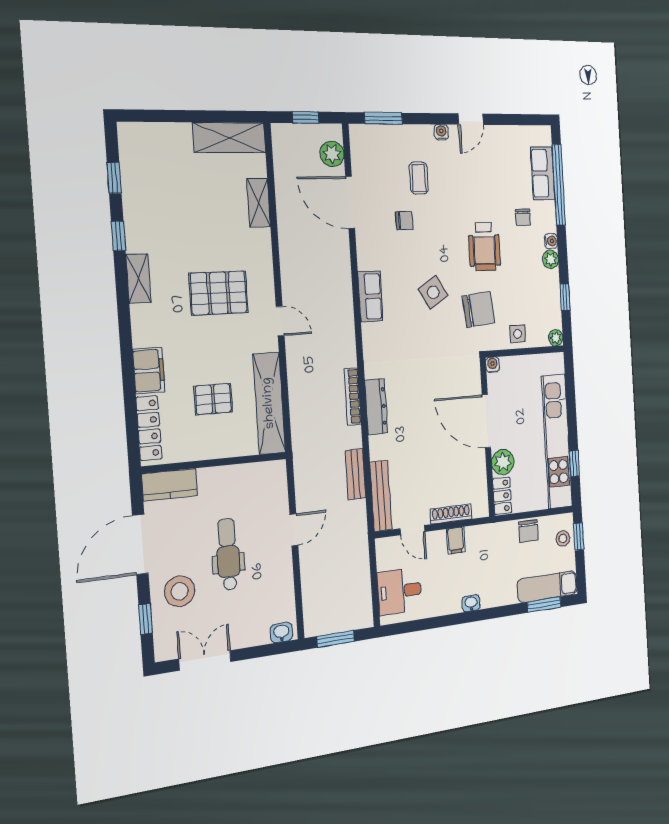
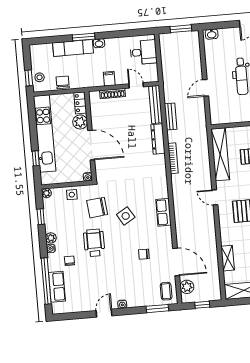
coffee table: (419, 178) -> (166, 291), moved
dresser: (376, 407) -> (158, 139), moved
window: (574, 463) -> (36, 158), moved
exam couch: (547, 587) -> (73, 48), moved
window: (544, 605) -> (84, 37), moved

